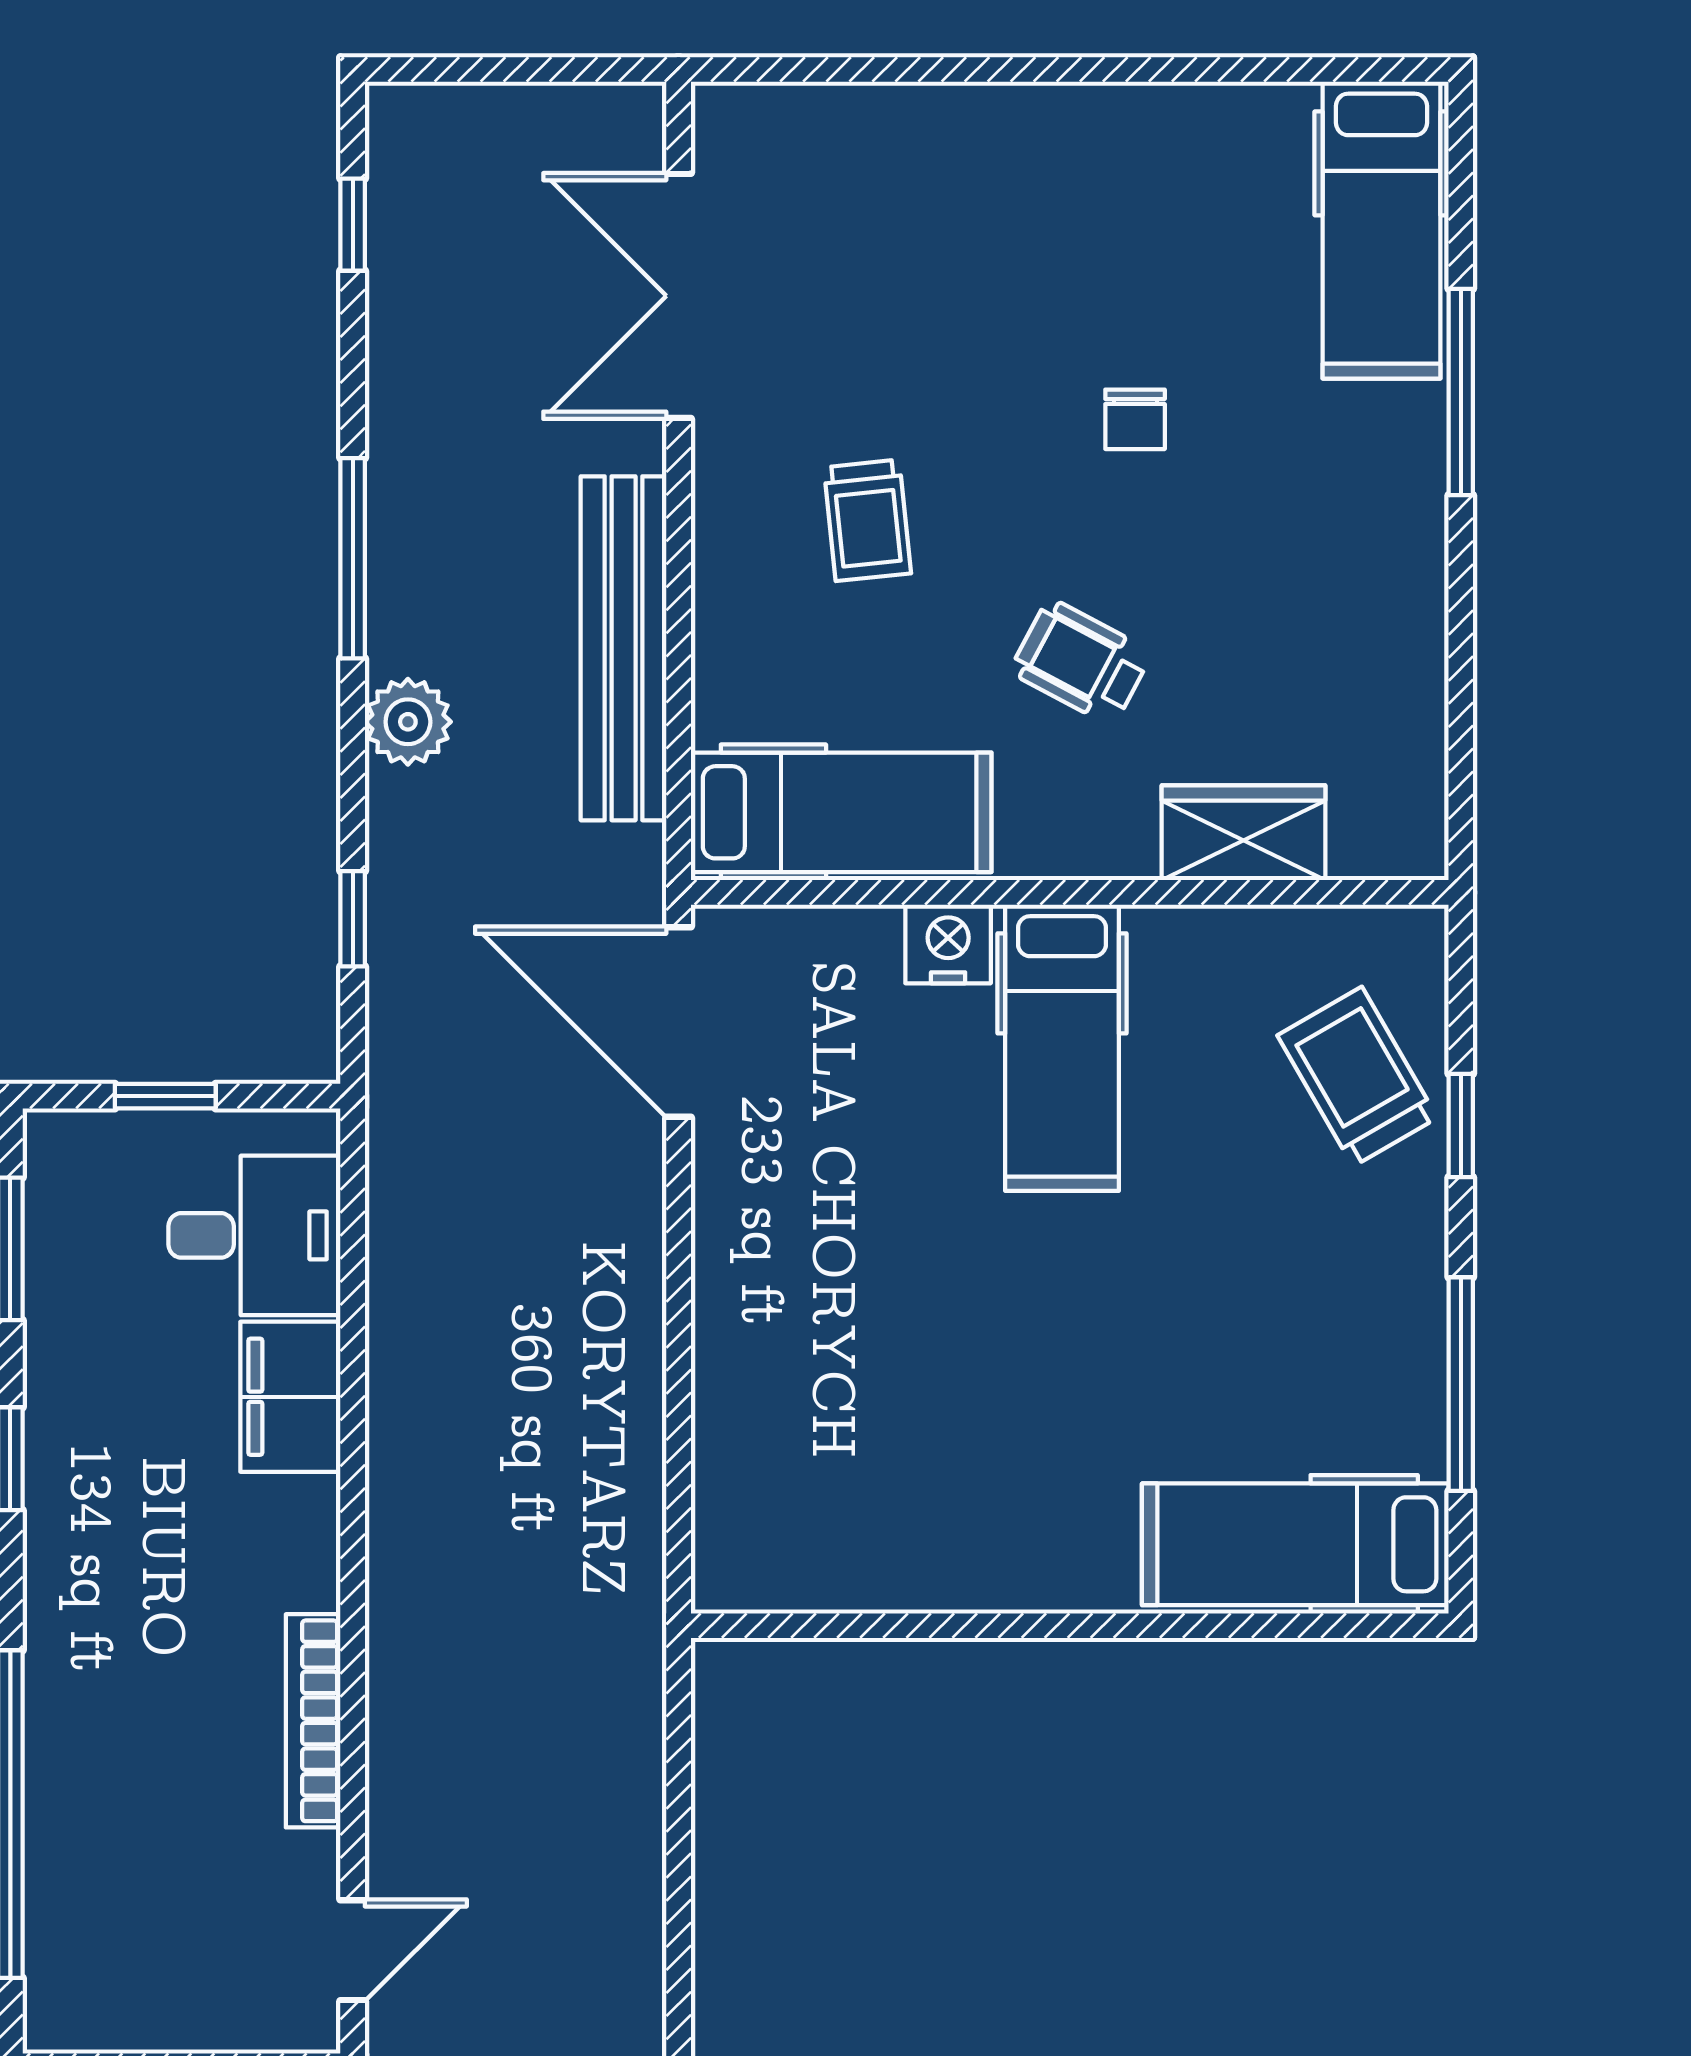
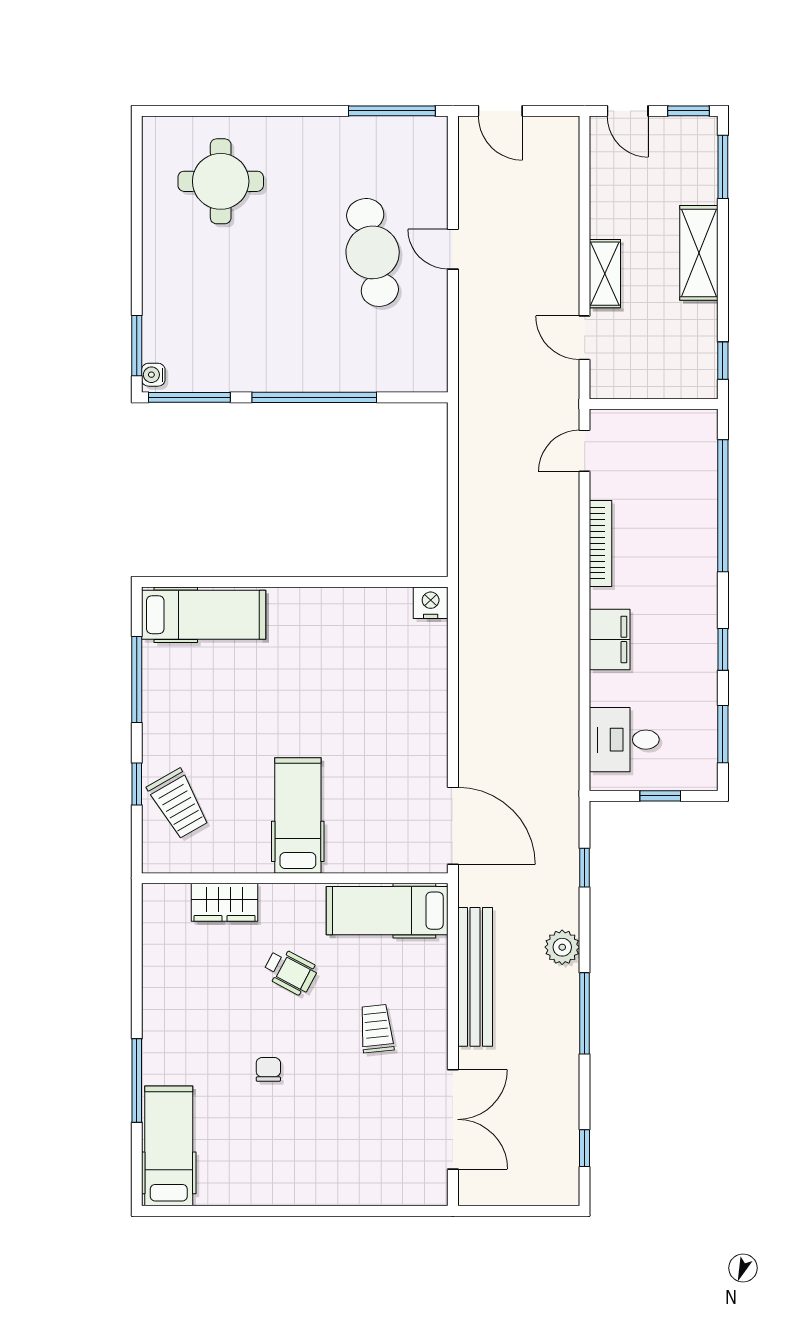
nightstand: (948, 944) -> (431, 603), moved, turned 180
filing cabinet: (290, 1397) -> (610, 639), moved

